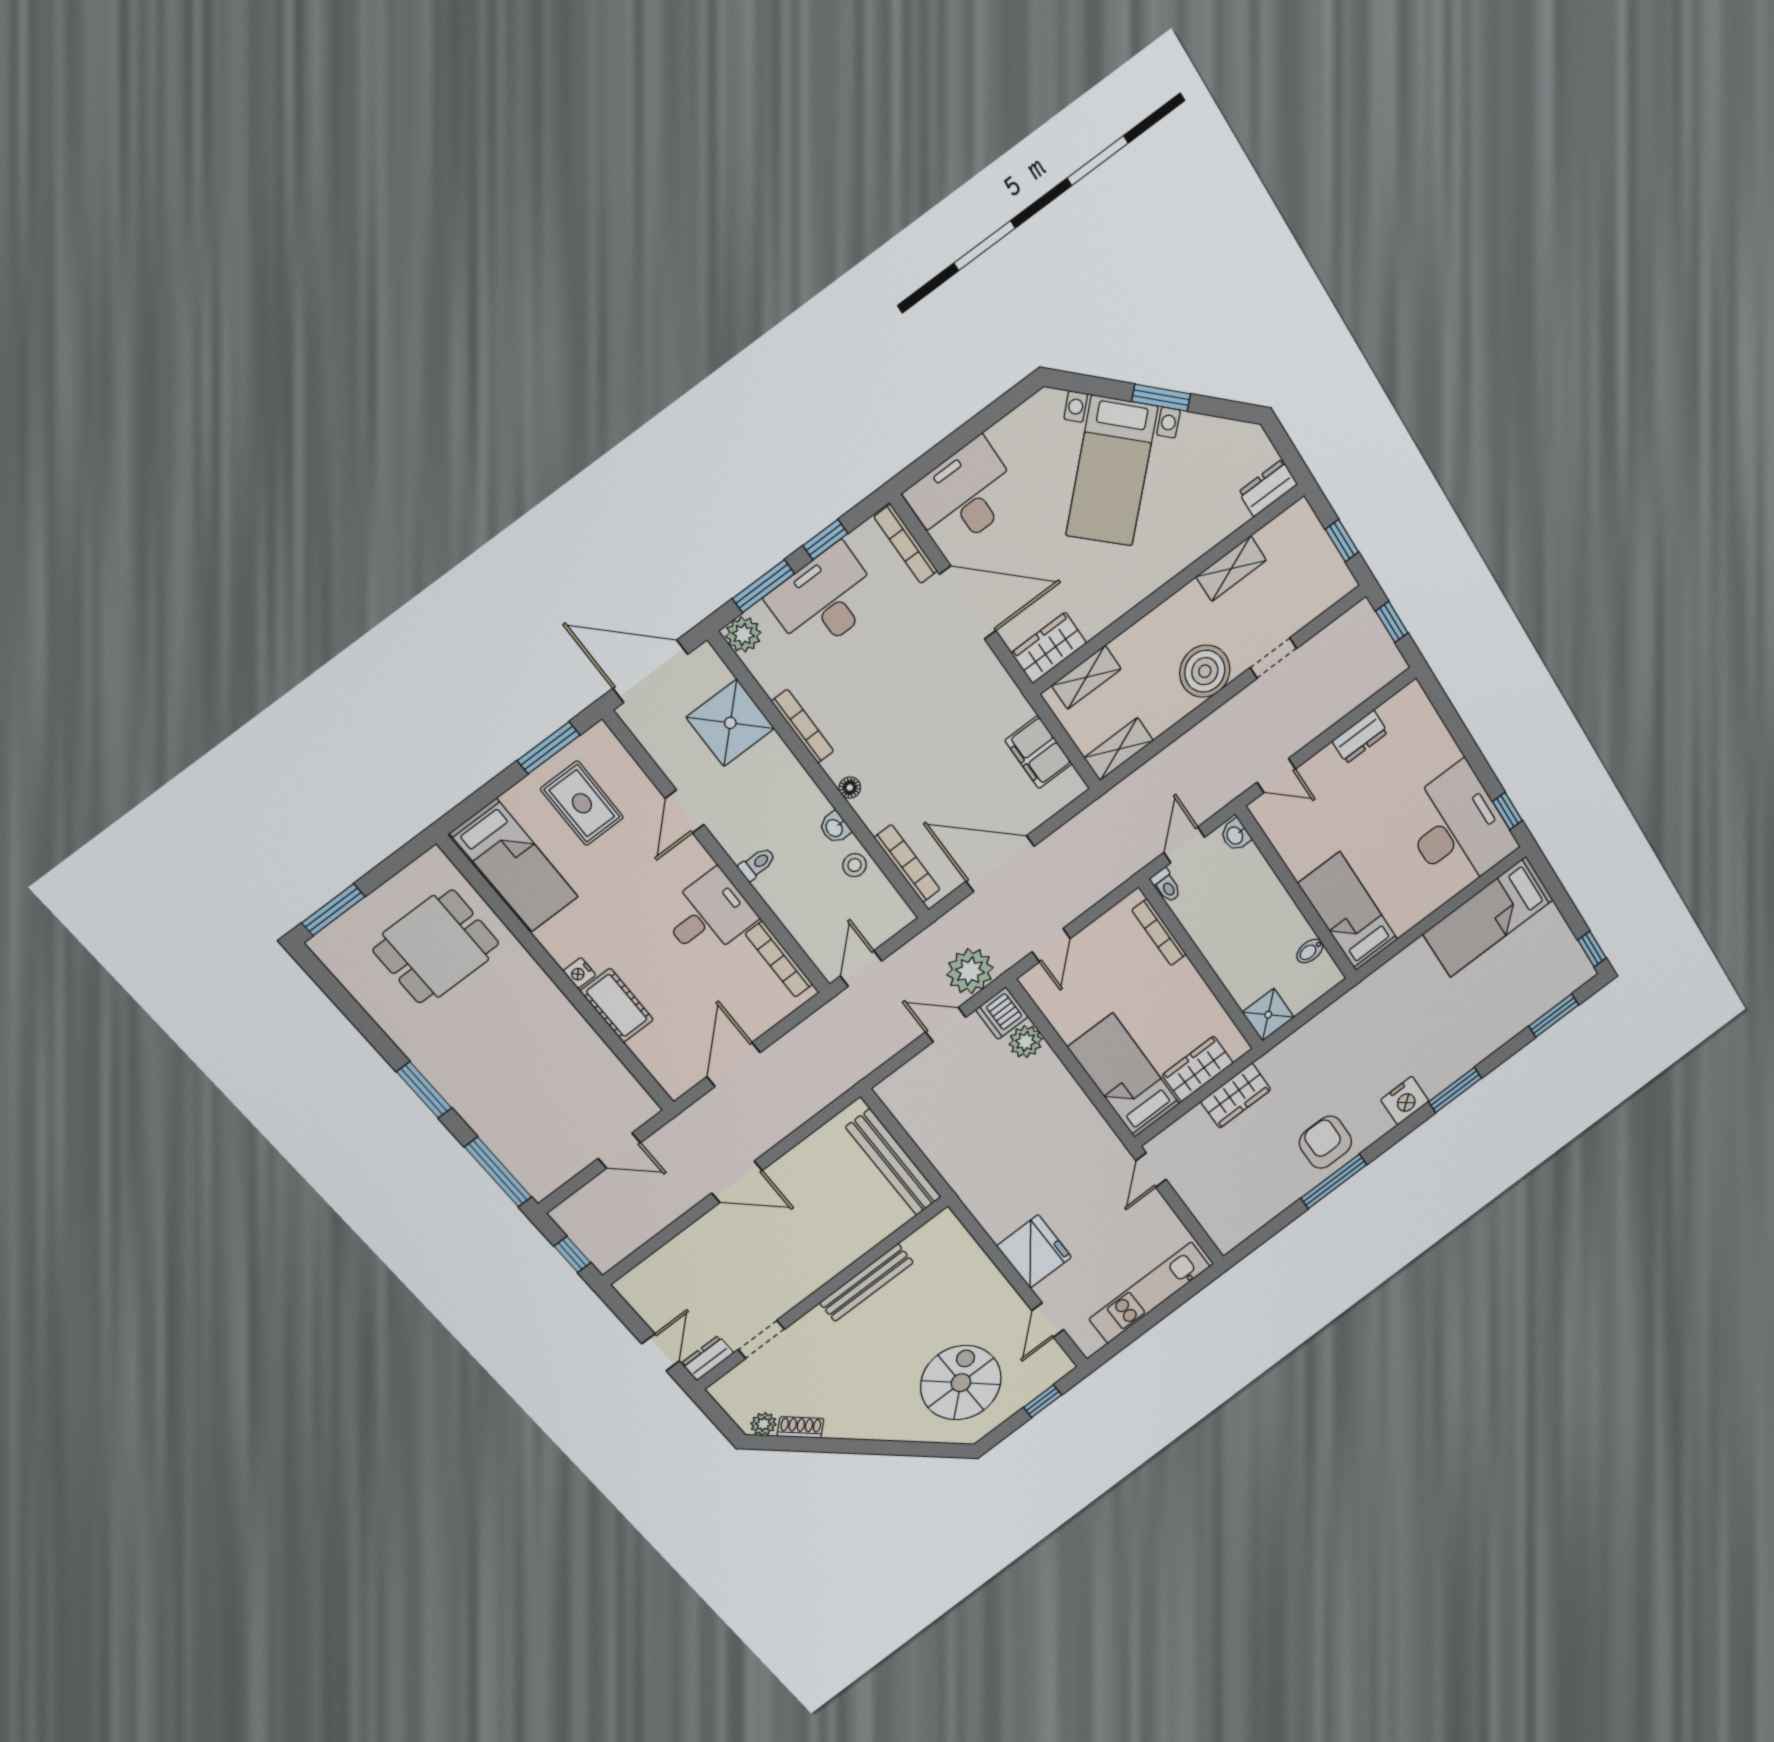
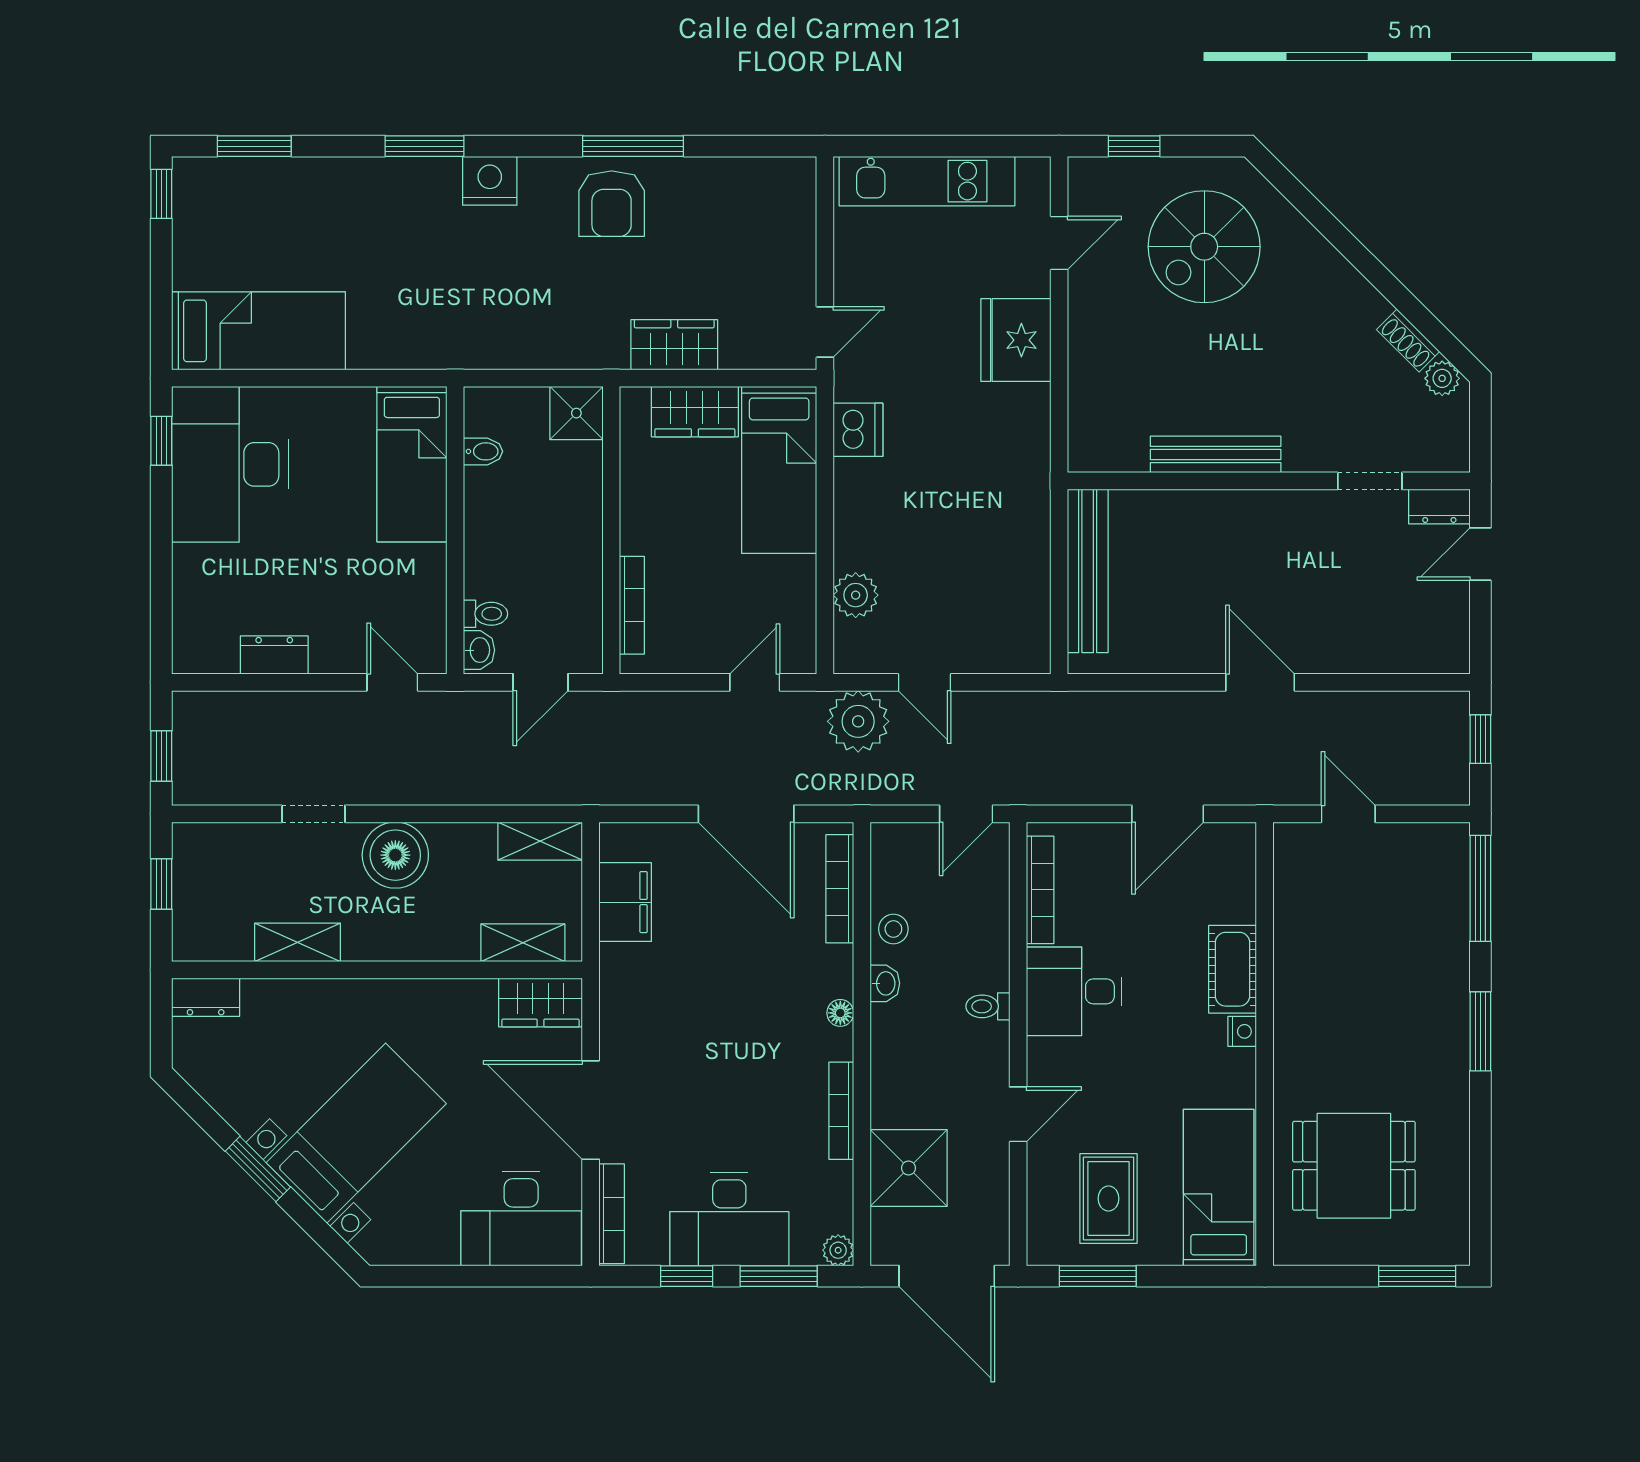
plant: (743, 634) -> (838, 1250), width x0.73, depth x0.73
toilet: (1166, 885) -> (485, 614), moved, turned 90
dishwasher: (1002, 1013) -> (858, 430), moved

